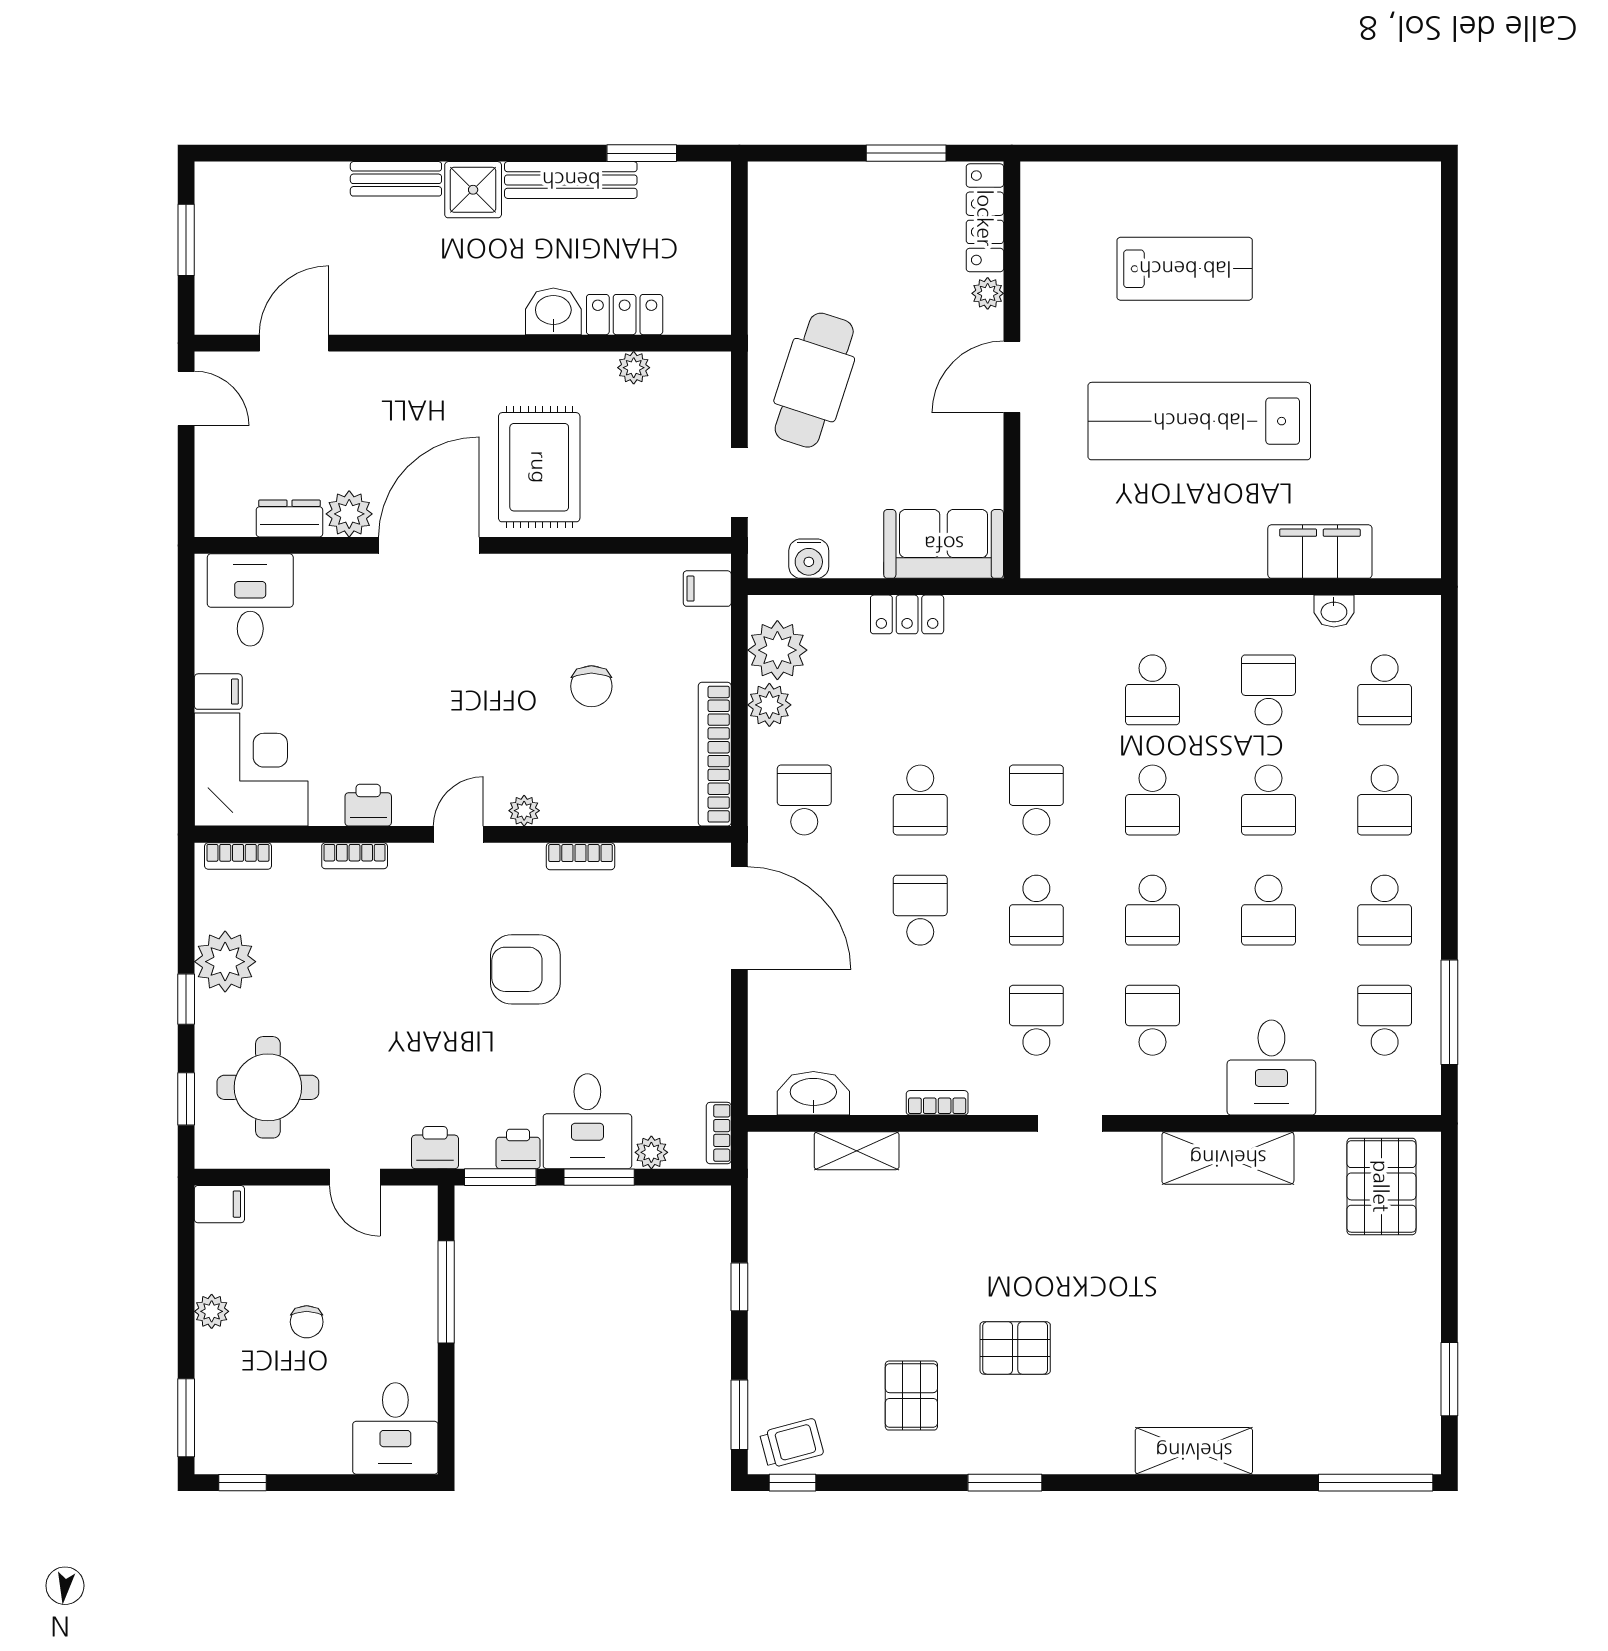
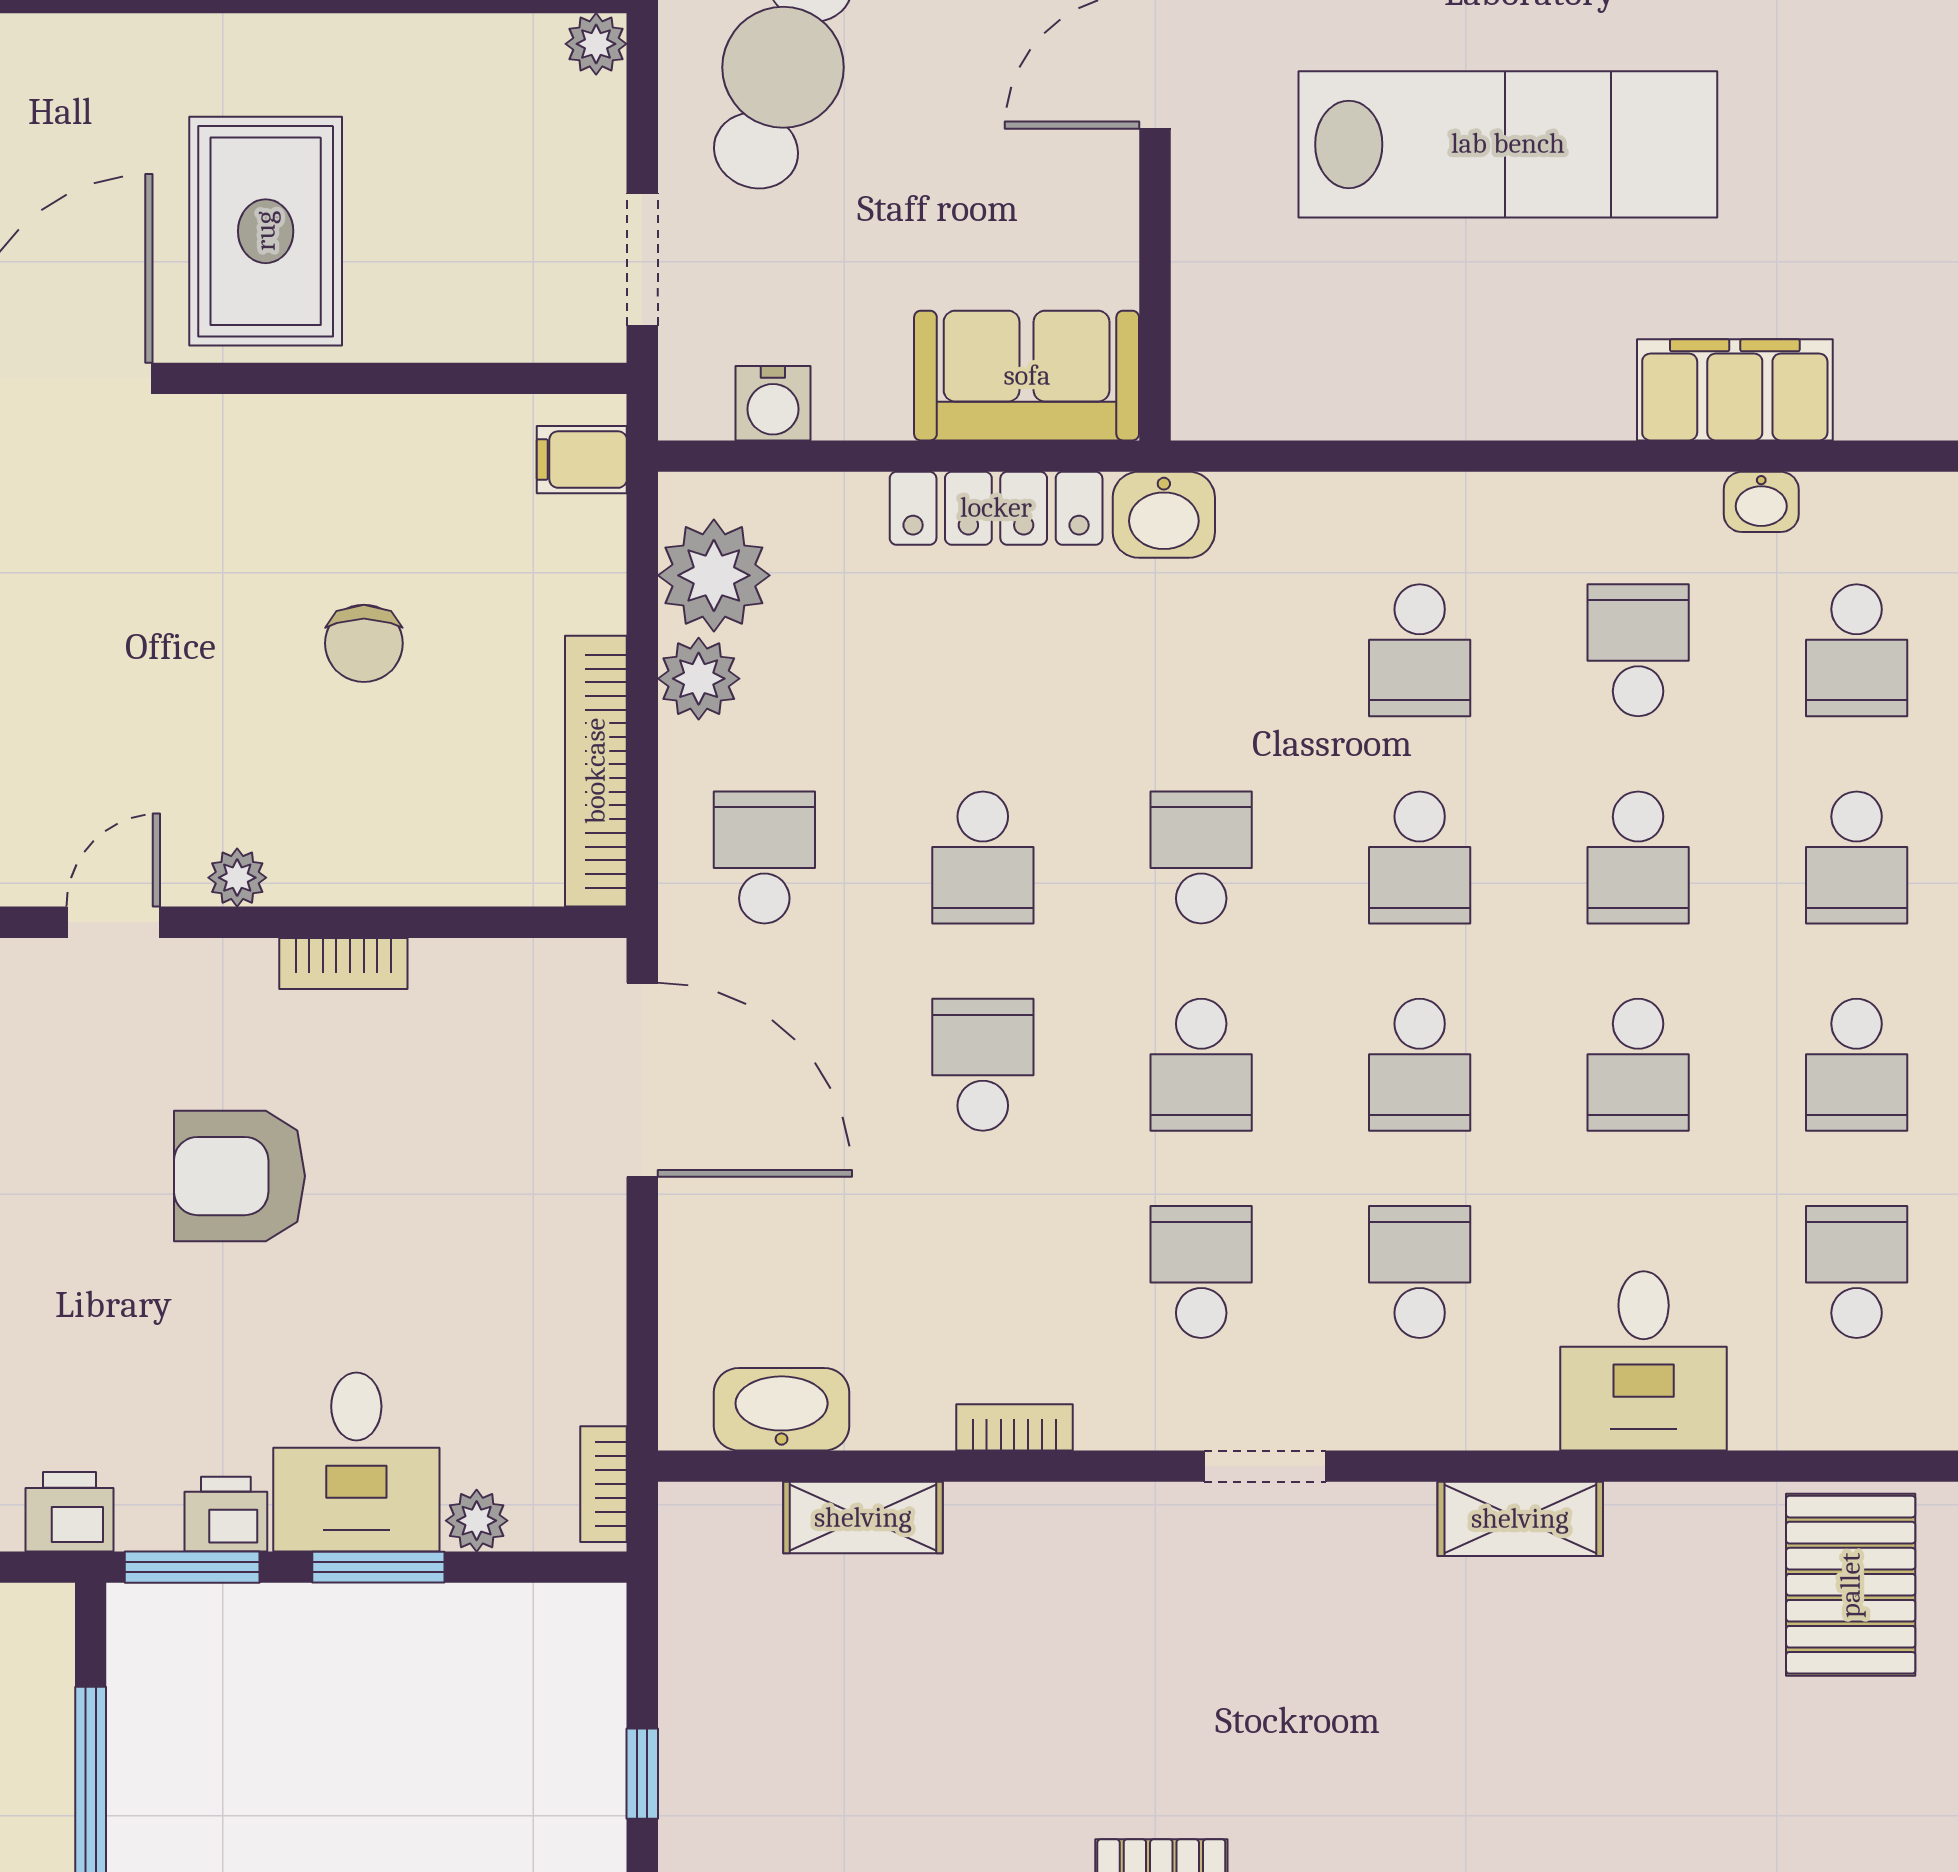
plant: (634, 368) -> (596, 44), moved
lab bench: (1199, 421) -> (1508, 144), turned 180
locker: (907, 614) -> (996, 508), width x1.53
washbasin: (1017, 618) -> (1164, 515), added
shelving: (1228, 1158) -> (1520, 1519), width x0.67, depth x0.75

